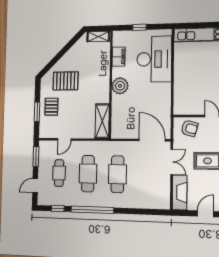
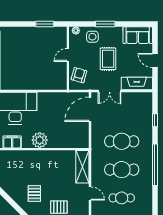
pallet: (66, 81) -> (34, 193), width x0.67, depth x0.71
shelving: (102, 121) -> (82, 167), moved, turned 90
double door: (172, 162) -> (110, 91), swing flipped
window: (58, 209) -> (155, 120), moved

